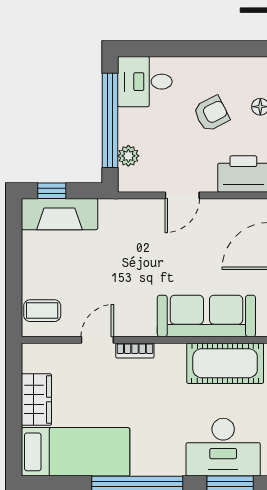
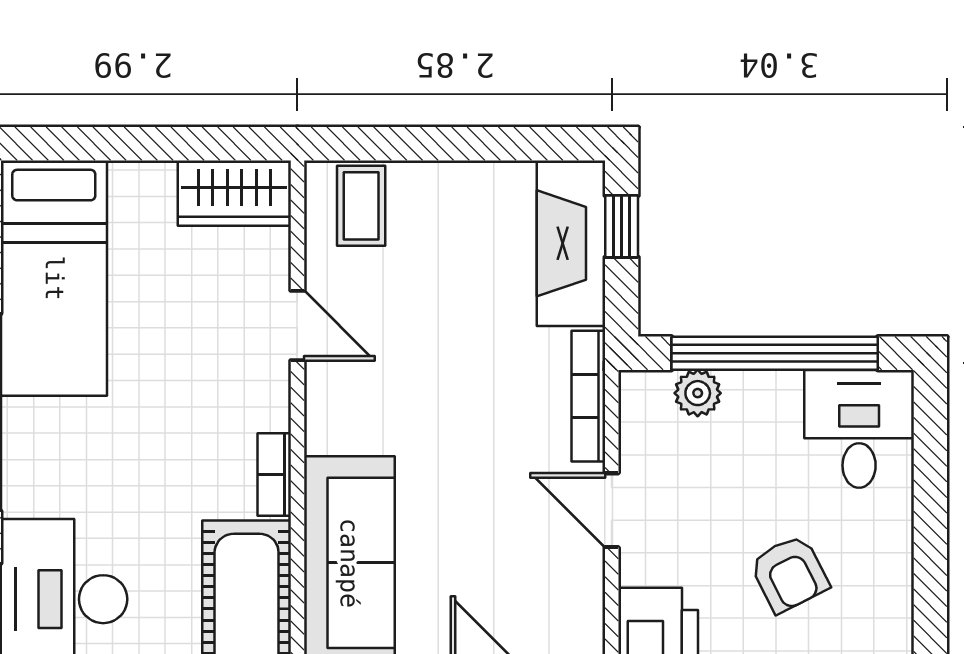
bookcase: (130, 206) -> (588, 396), added
bookcase: (135, 350) -> (274, 475), moved
wardrobe: (36, 400) -> (234, 193), moved

